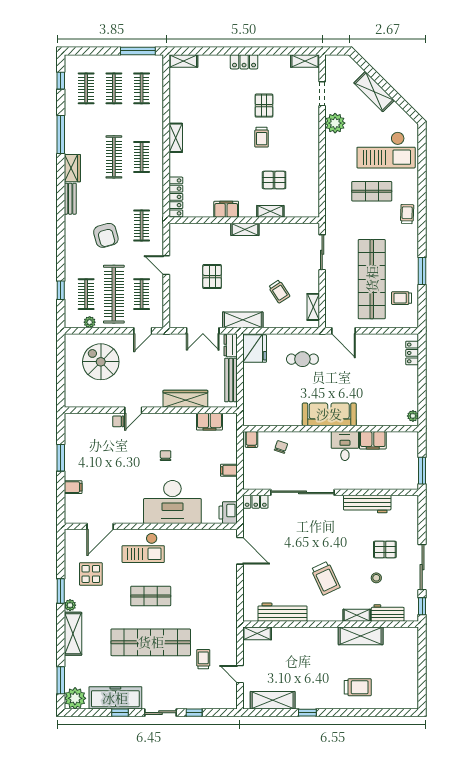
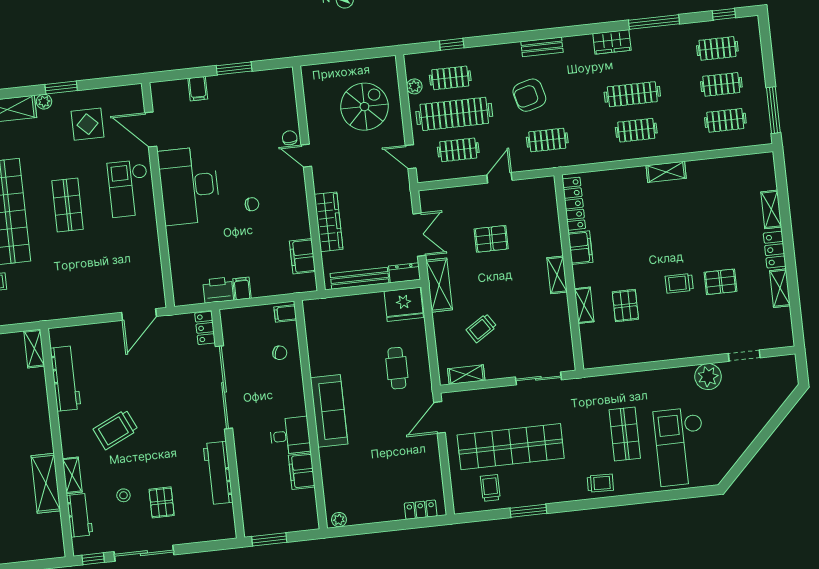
shelving: (183, 61) -> (771, 209), moved
shelving: (305, 61) -> (780, 288), moved
shelving: (374, 92) -> (755, 423), removed
locker: (176, 197) -> (574, 204), moved, turned -90
bench: (70, 199) -> (542, 47), moved
double door: (203, 331) -> (419, 235), swing flipped
desk: (172, 502) -> (189, 186), moved
printer: (228, 513) -> (218, 290), moved

